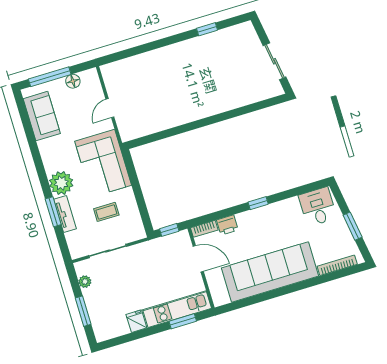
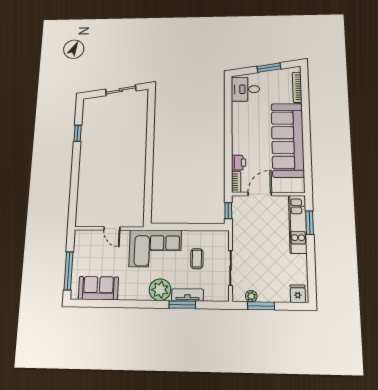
floor lamp: (73, 81) -> (79, 252), removed
window: (258, 203) -> (228, 133), removed
window: (83, 311) -> (261, 306), moved
fridge: (136, 321) -> (298, 294), moved, turned 90

